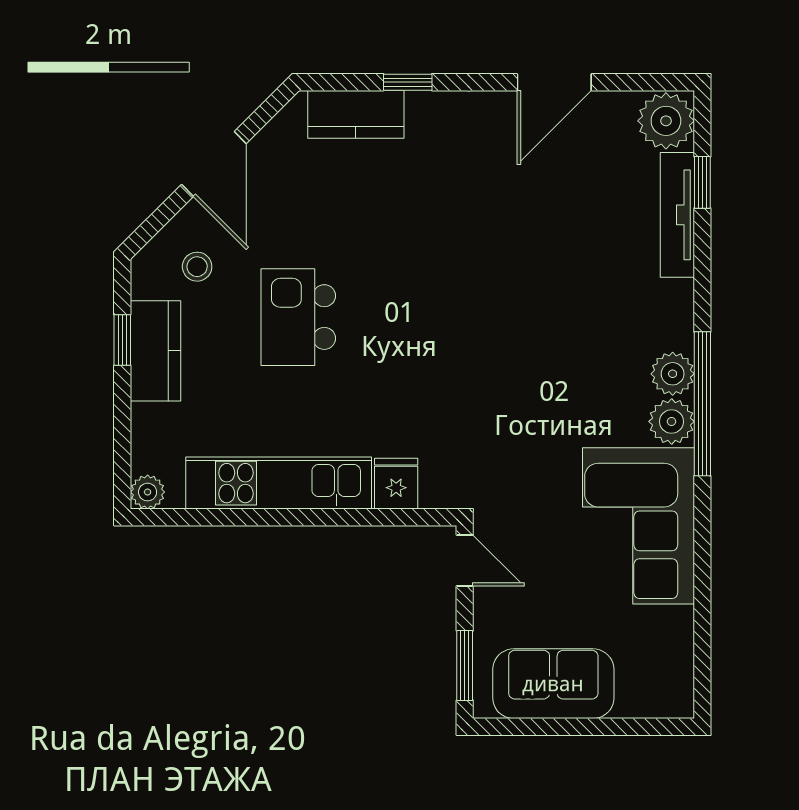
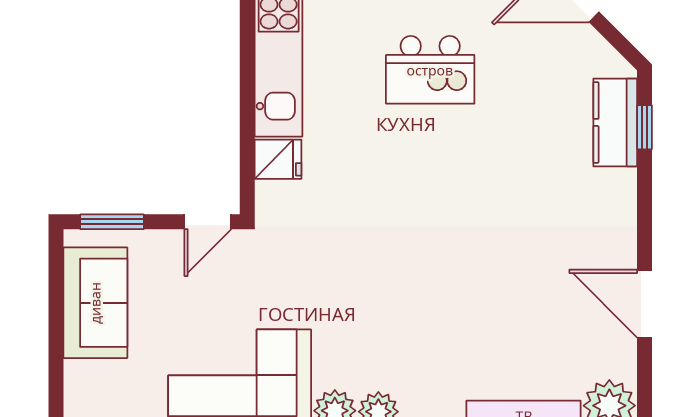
window: (408, 82) -> (645, 127), moved
kitchen island: (298, 317) -> (430, 70), turned 180

